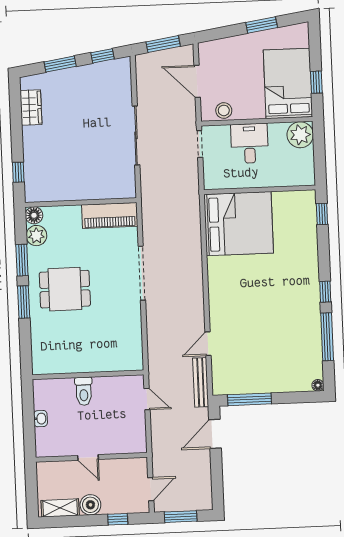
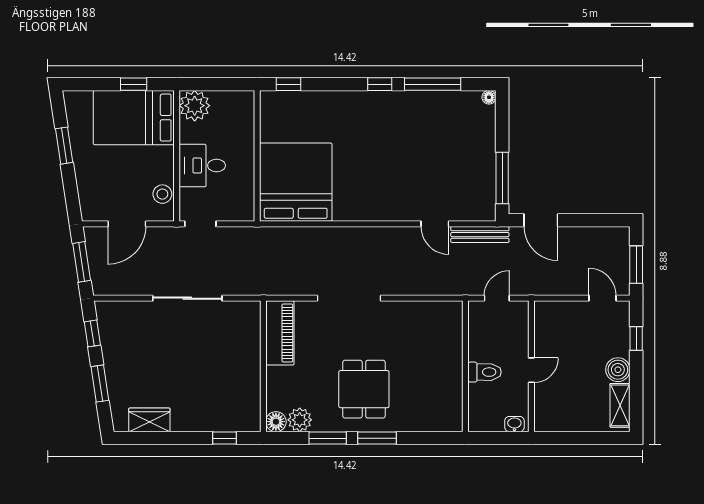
door: (88, 457) -> (531, 370), moved
wall: (91, 457) -> (531, 366), moved

